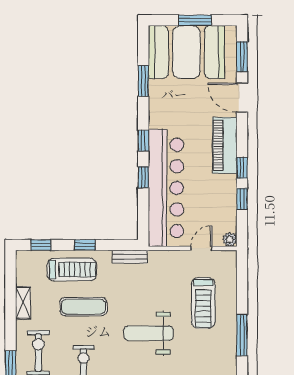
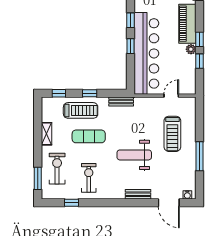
plant: (230, 239) -> (191, 49), moved

